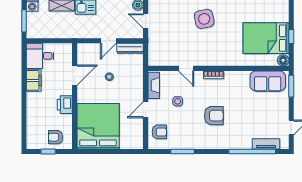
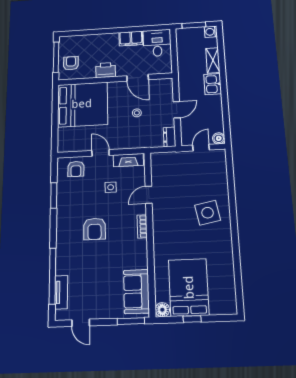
door: (108, 41) -> (177, 110), swing flipped
dresser: (130, 48) -> (169, 137), width x0.70
window: (48, 151) -> (56, 57), width x2.17

